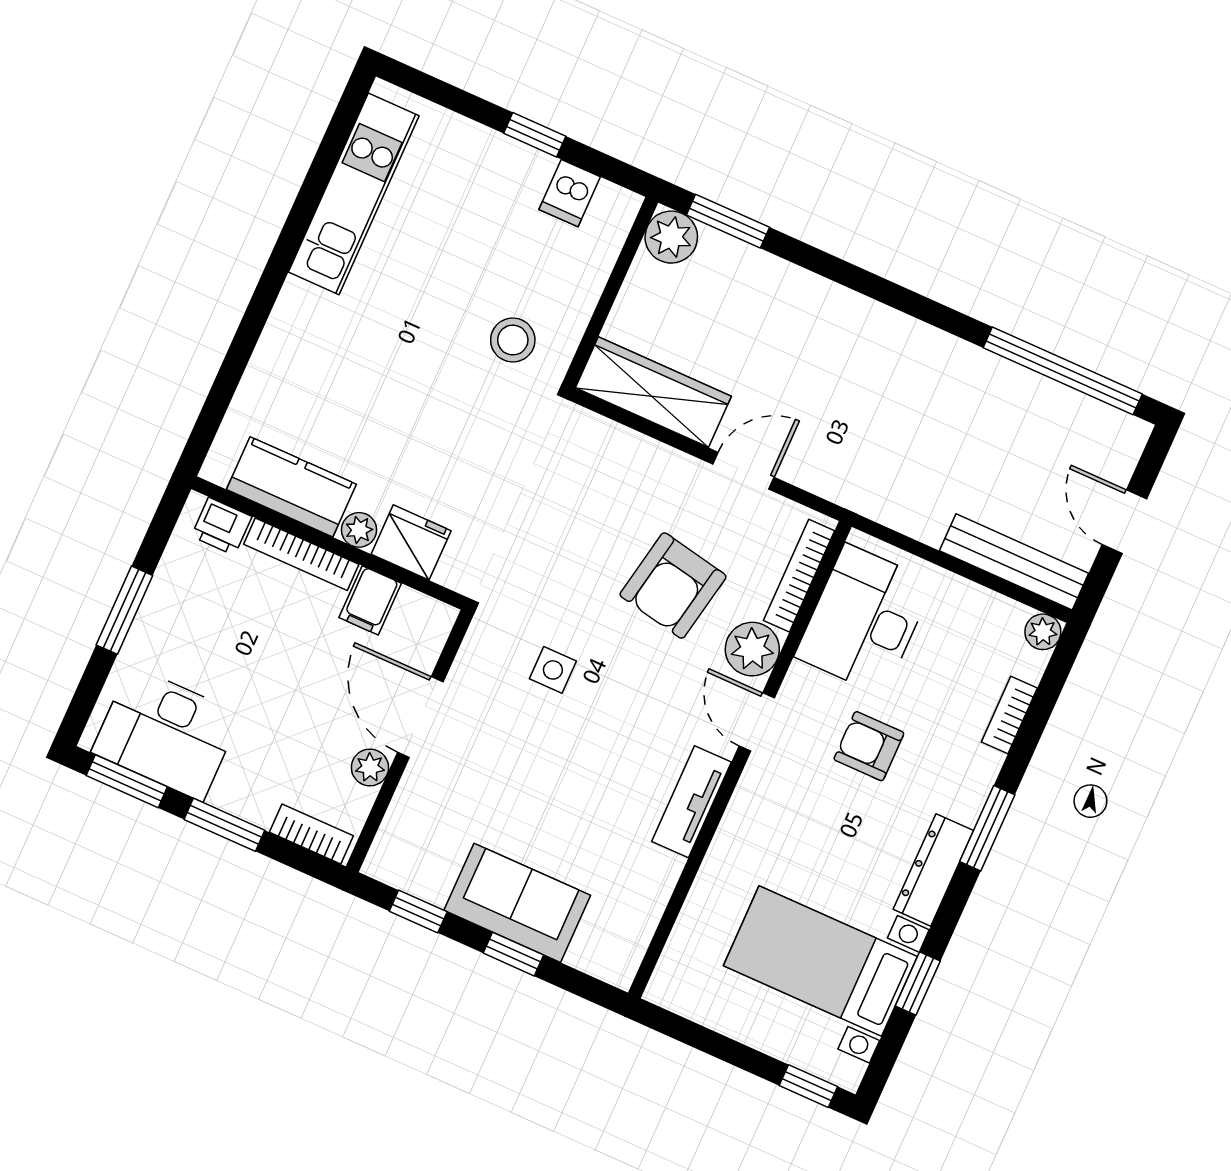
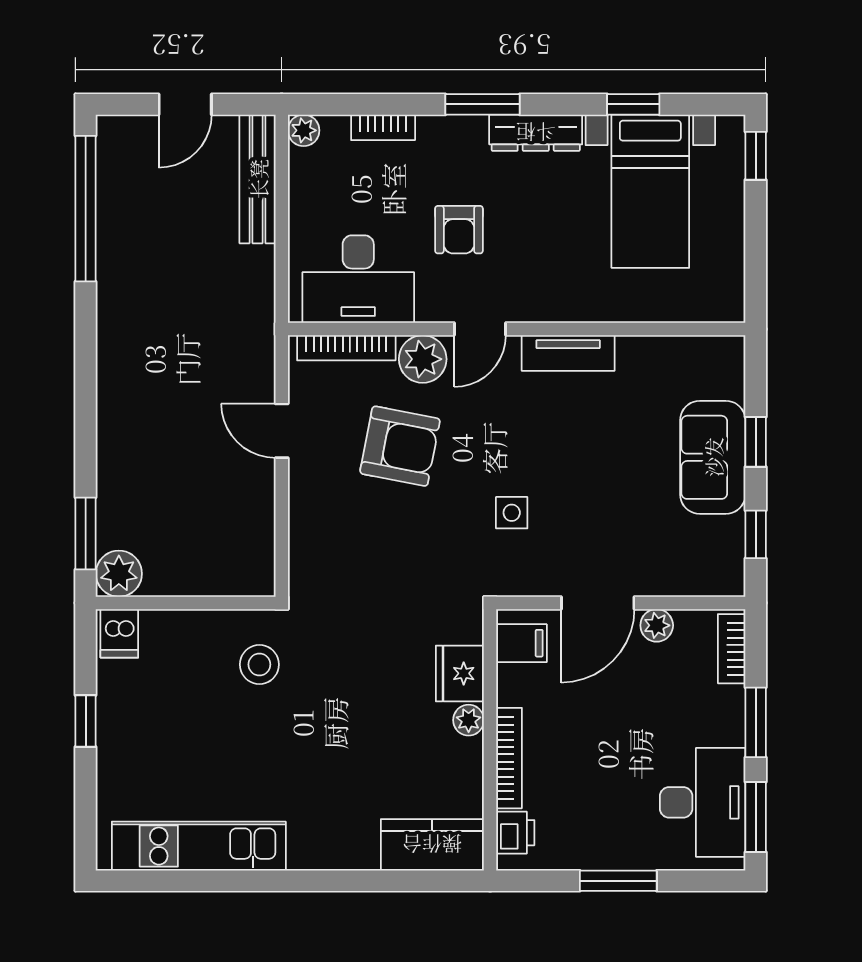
dishwasher: (570, 193) -> (119, 633), moved, turned 90
wardrobe: (653, 392) -> (251, 532), removed
kitchen counter: (291, 487) -> (432, 845), moved, turned 90
filing cabinet: (370, 600) -> (521, 643), moved

